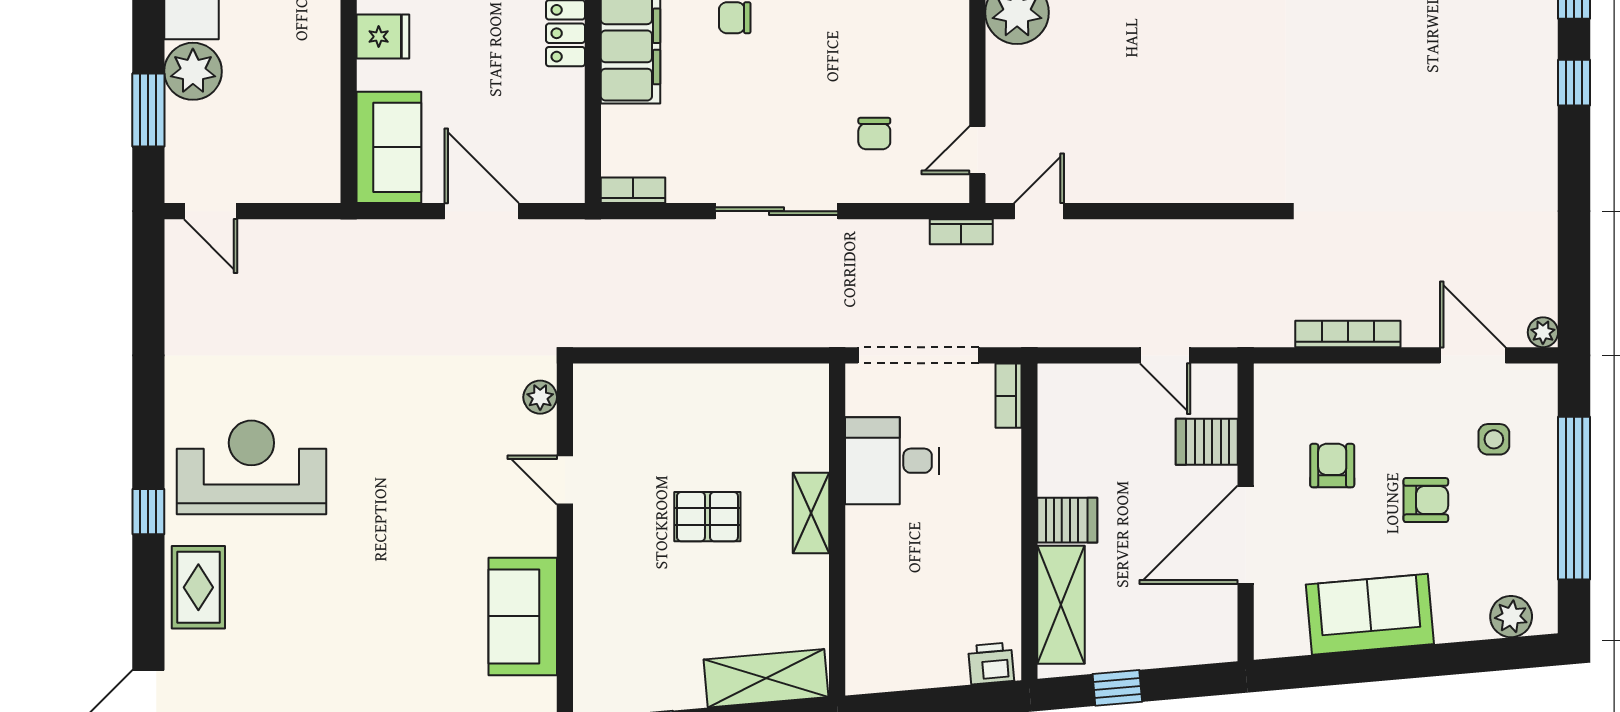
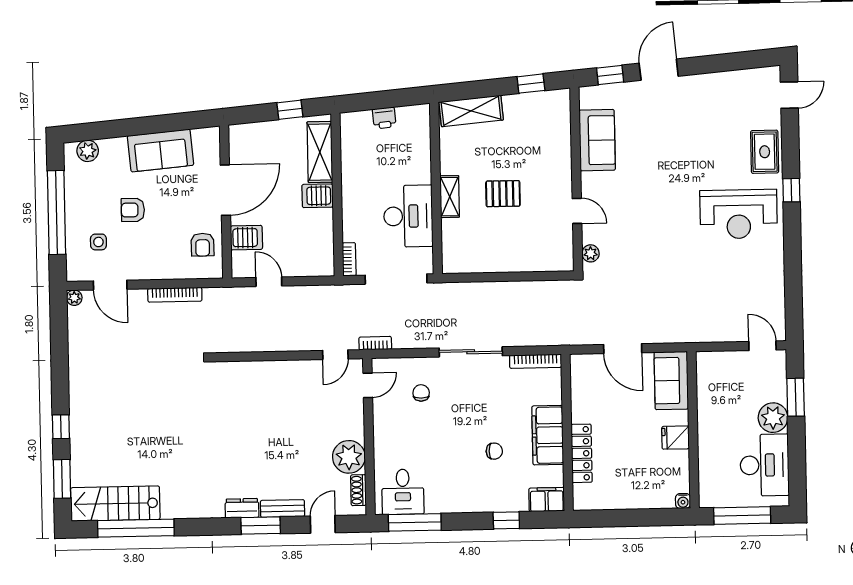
bookcase: (633, 190) -> (536, 361), width x1.56
desk: (892, 461) -> (408, 216), width x1.37
armchair: (1332, 466) -> (203, 245), moved
printer: (991, 663) -> (384, 118), moved

